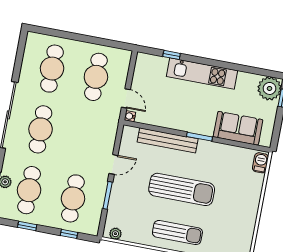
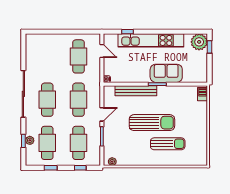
cafe table: (52, 69) -> (78, 100), moved
kitchen unit: (202, 74) -> (151, 40), width x1.36
door: (126, 98) -> (102, 51), moved
sofa: (238, 128) -> (166, 73), moved
sun lounger: (177, 232) -> (168, 144), moved

